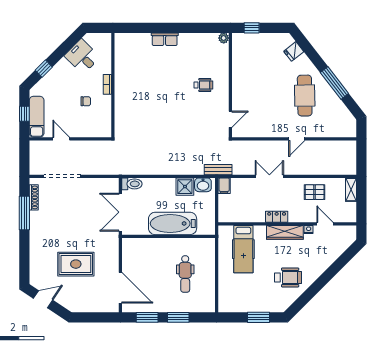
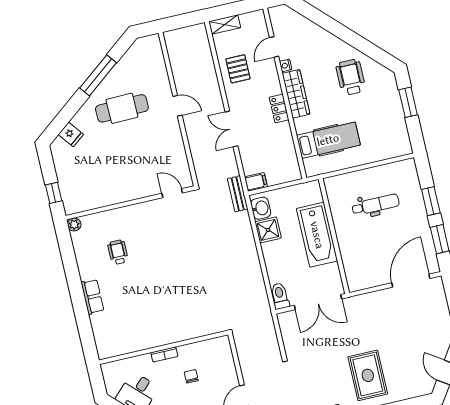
wheelchair: (203, 85) -> (118, 252), moved
rug: (76, 264) -> (368, 375), moved

